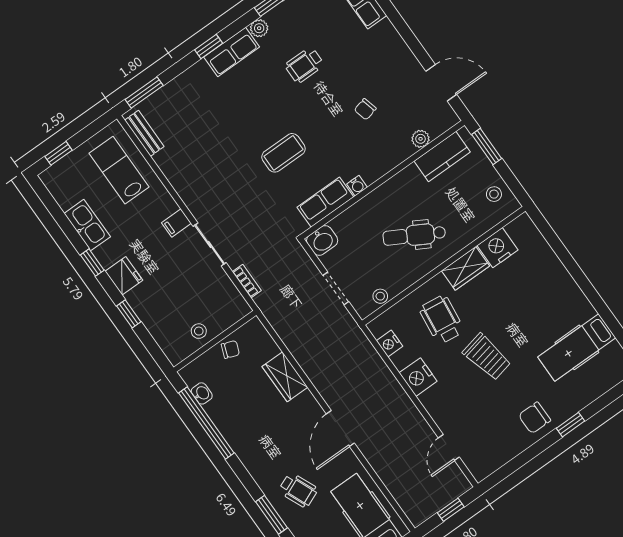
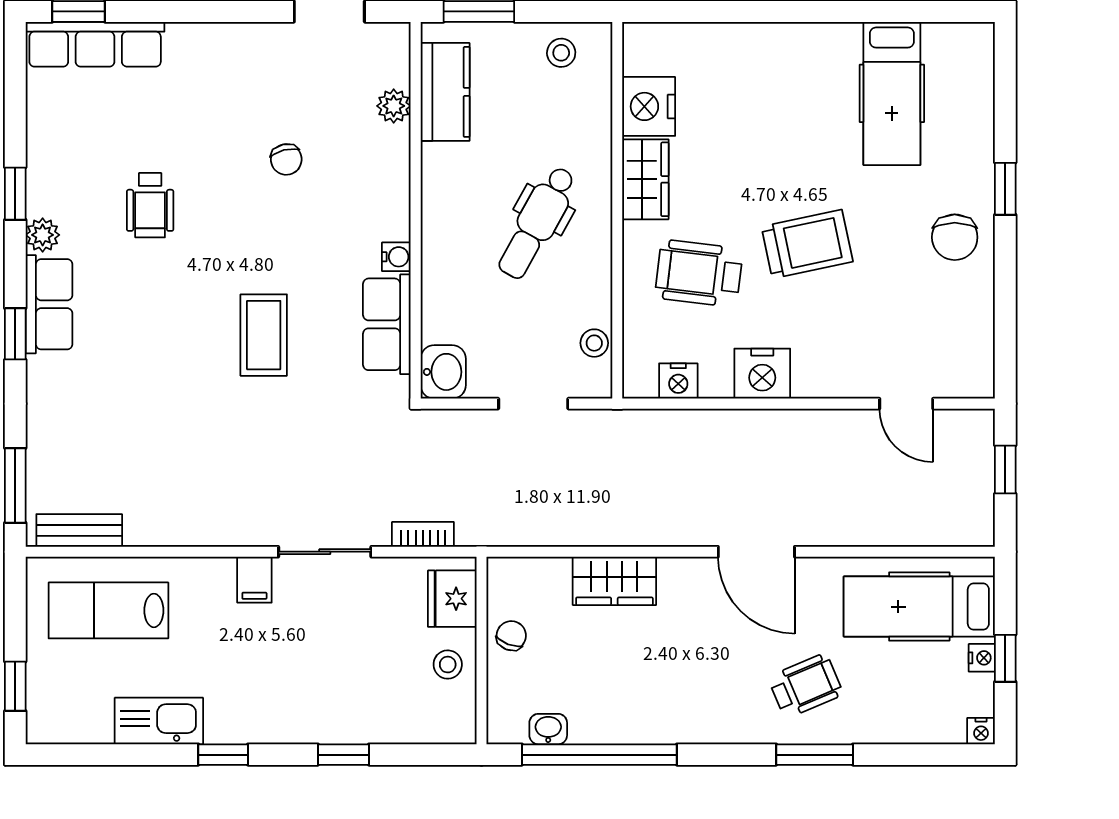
fridge: (124, 276) -> (452, 599), moved, turned -90

